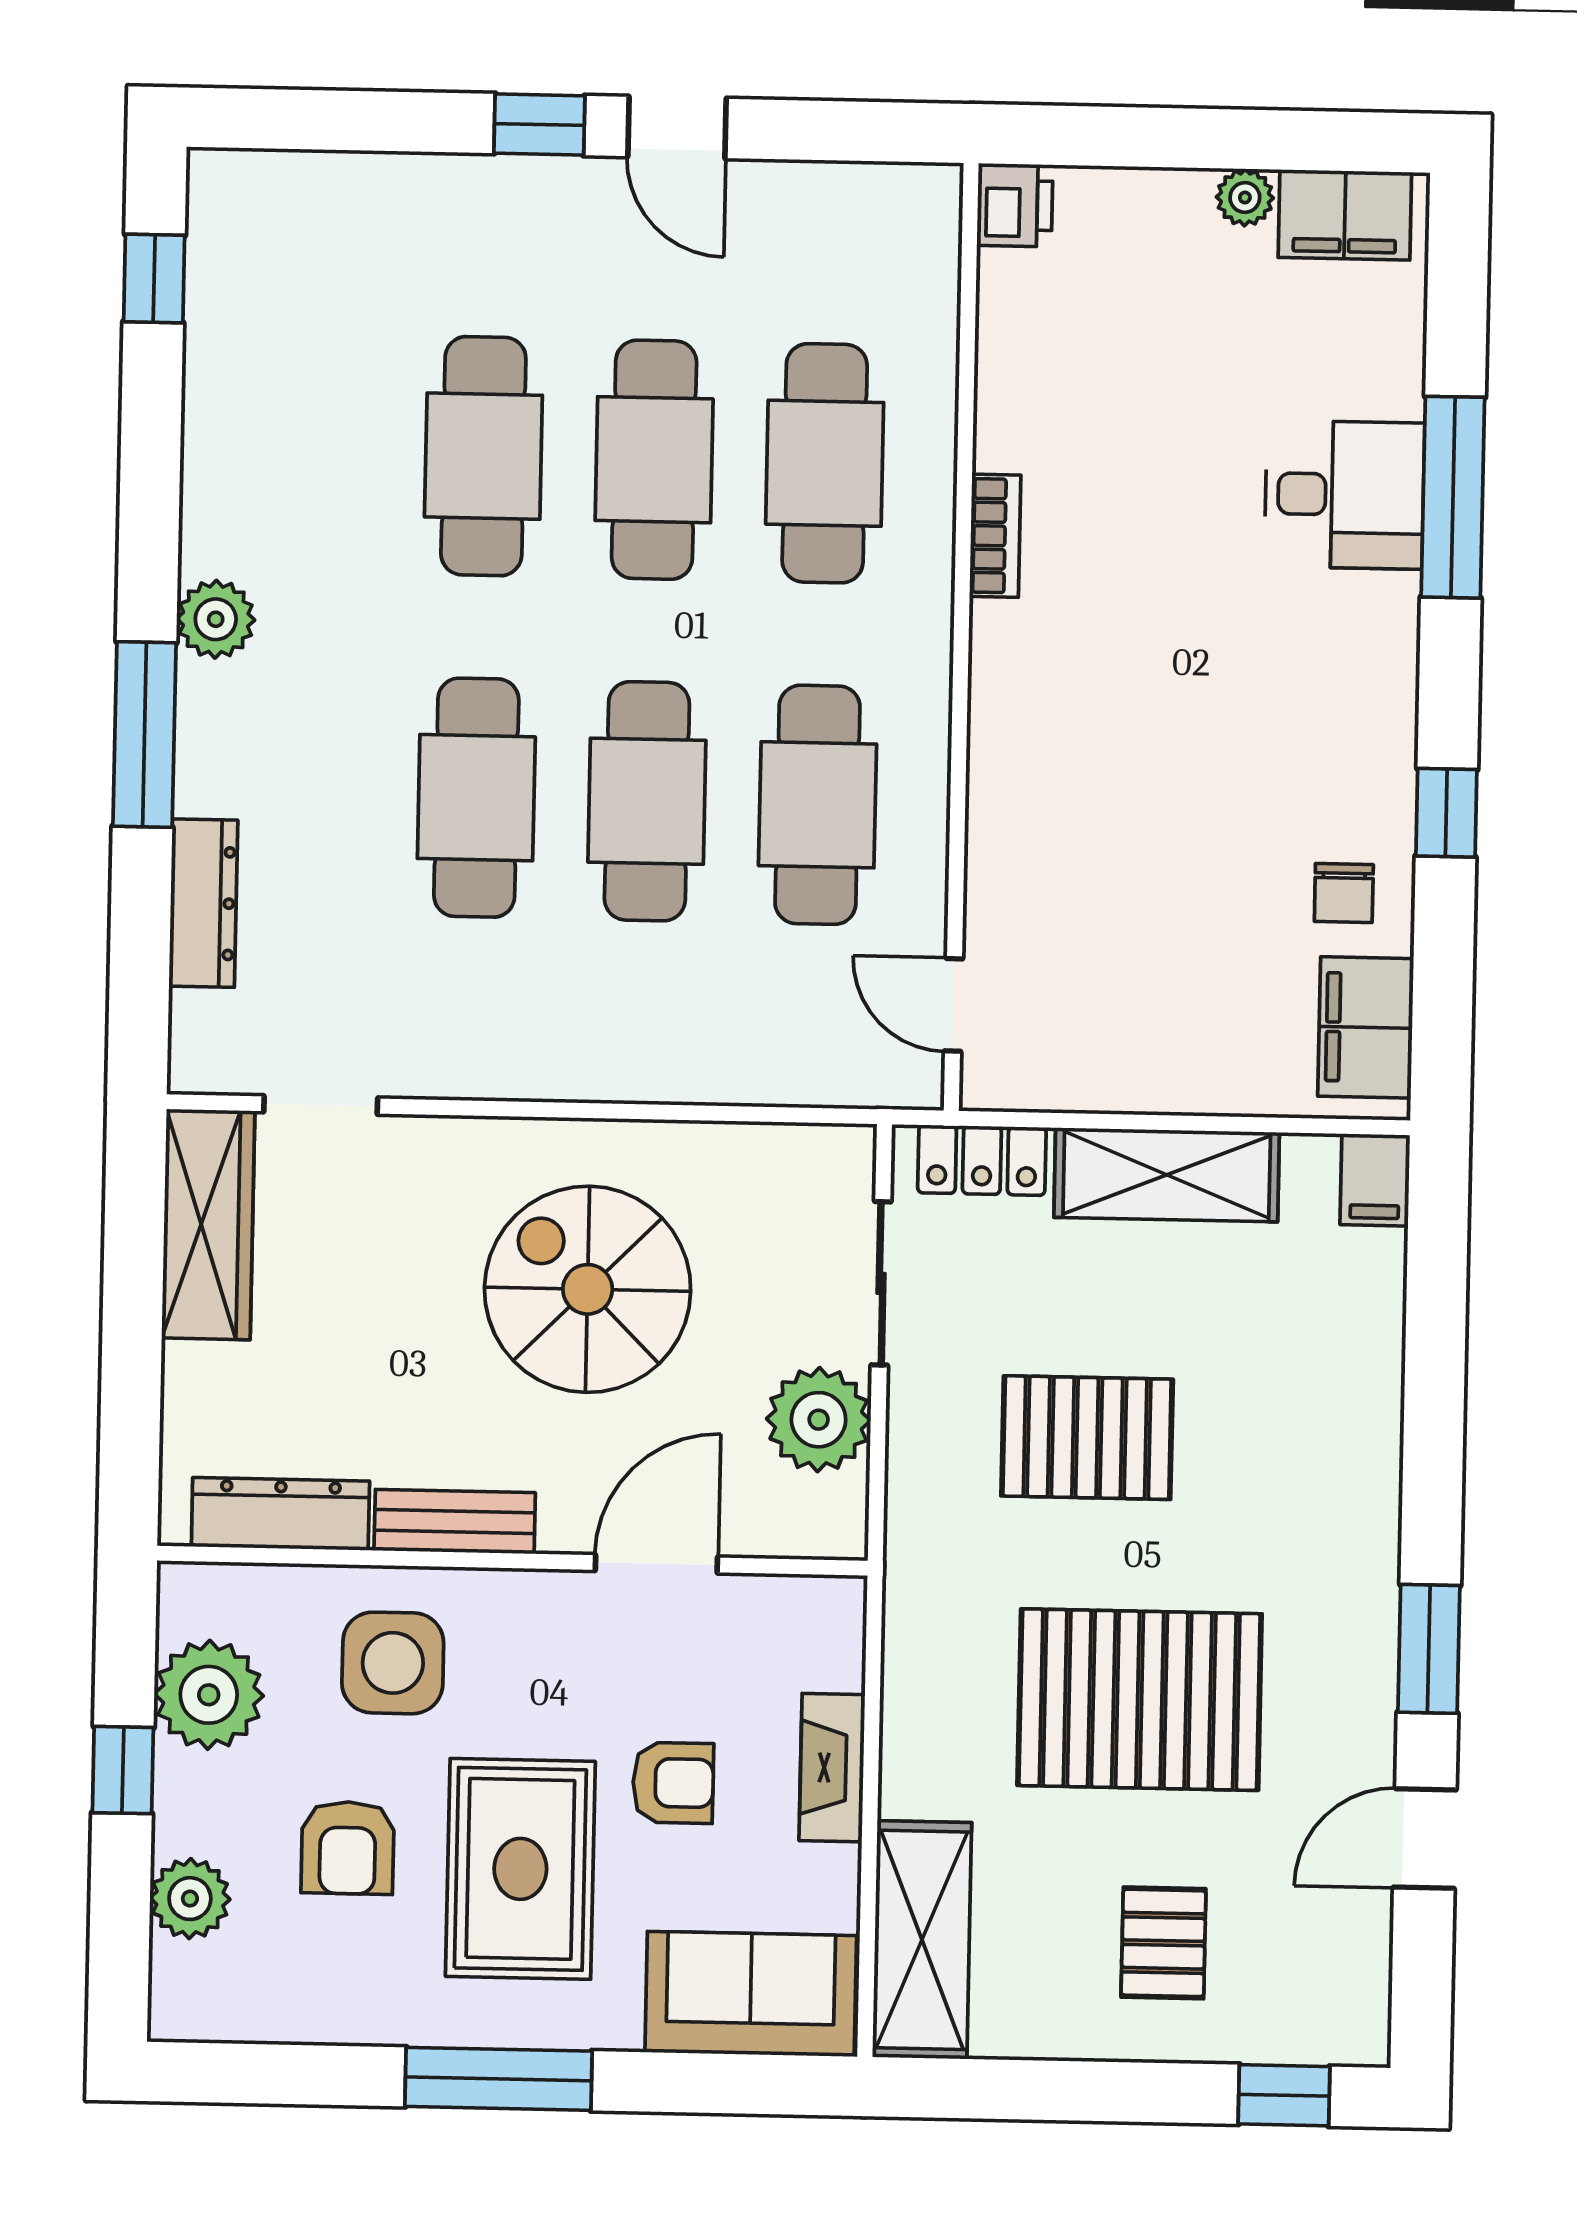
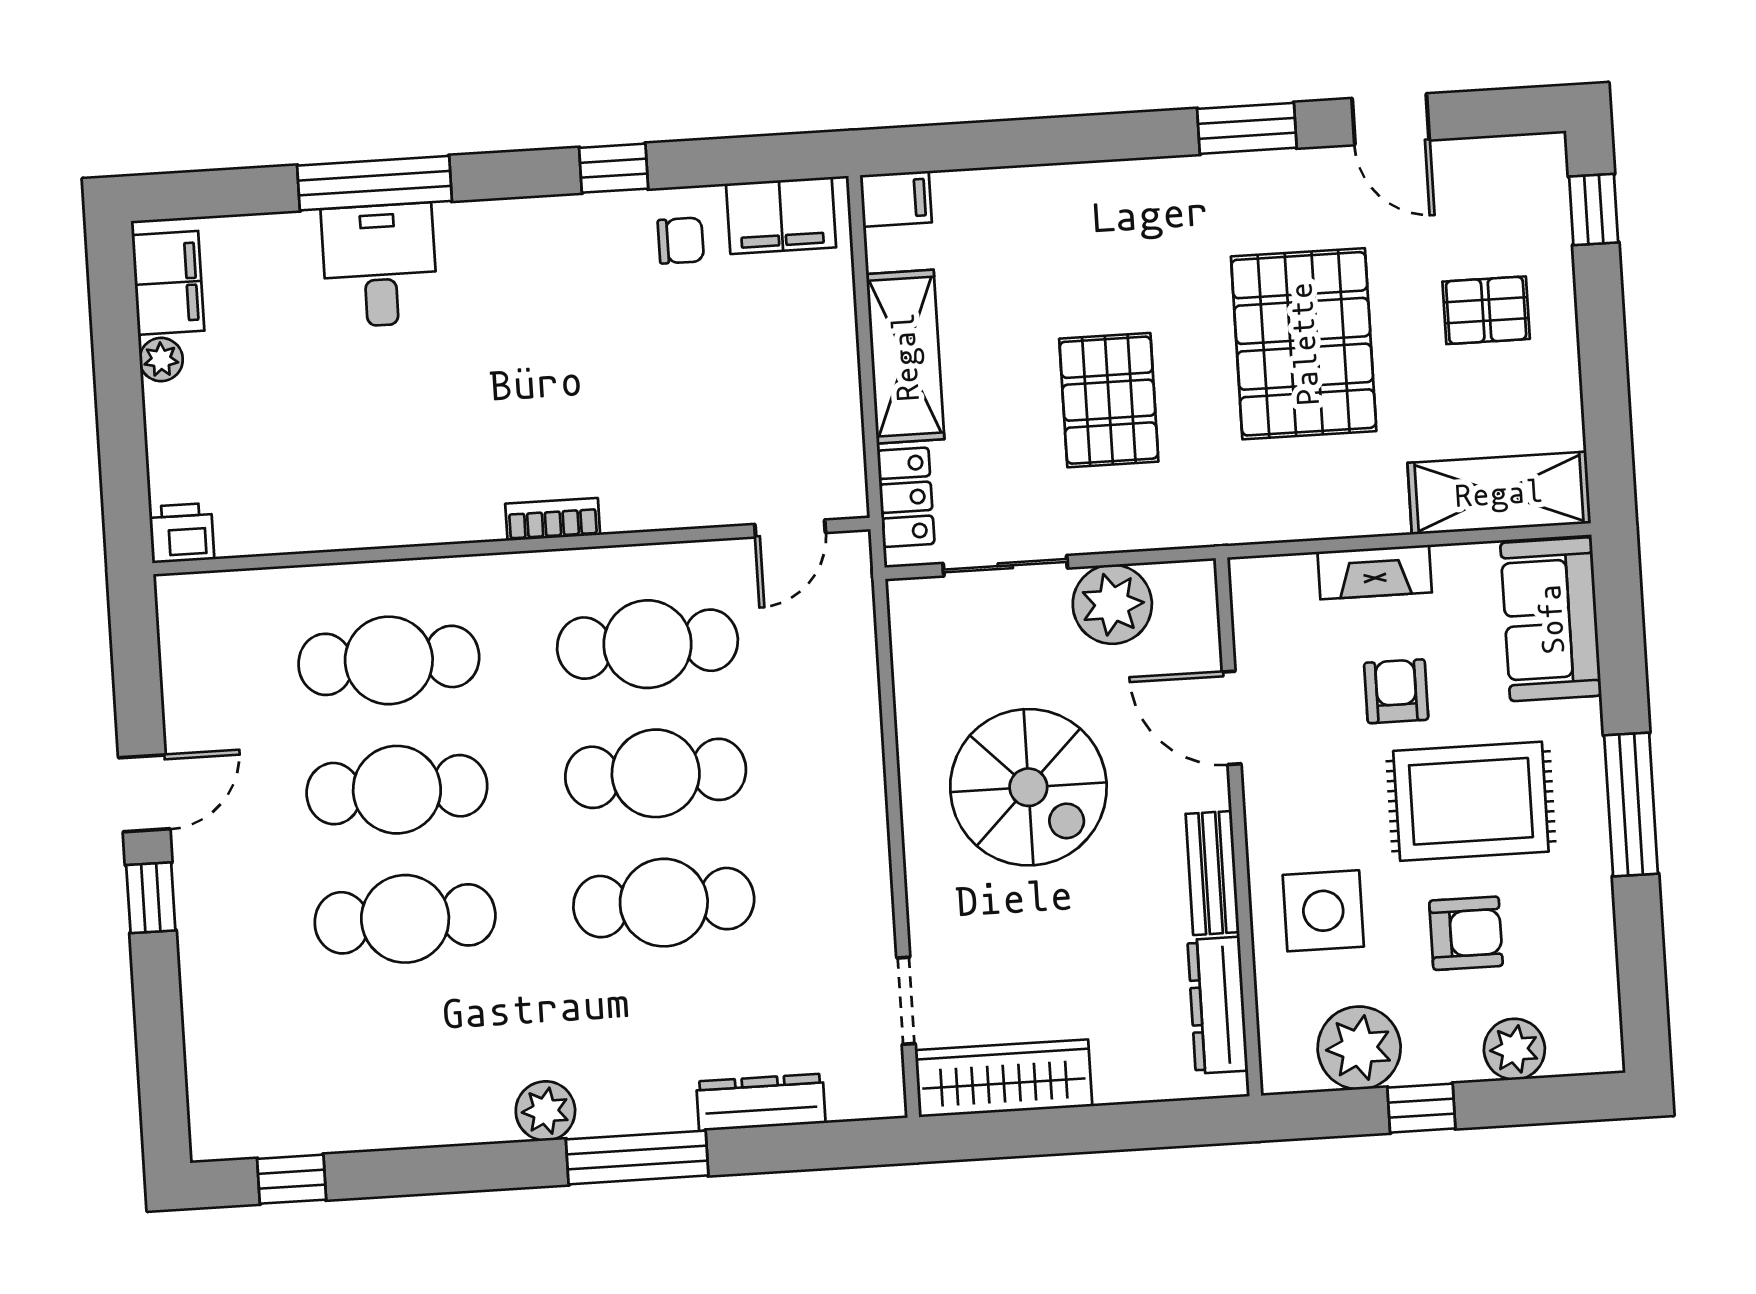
bookcase: (995, 536) -> (553, 519), moved
spiral stairs: (588, 1289) -> (1028, 787), turned -90

